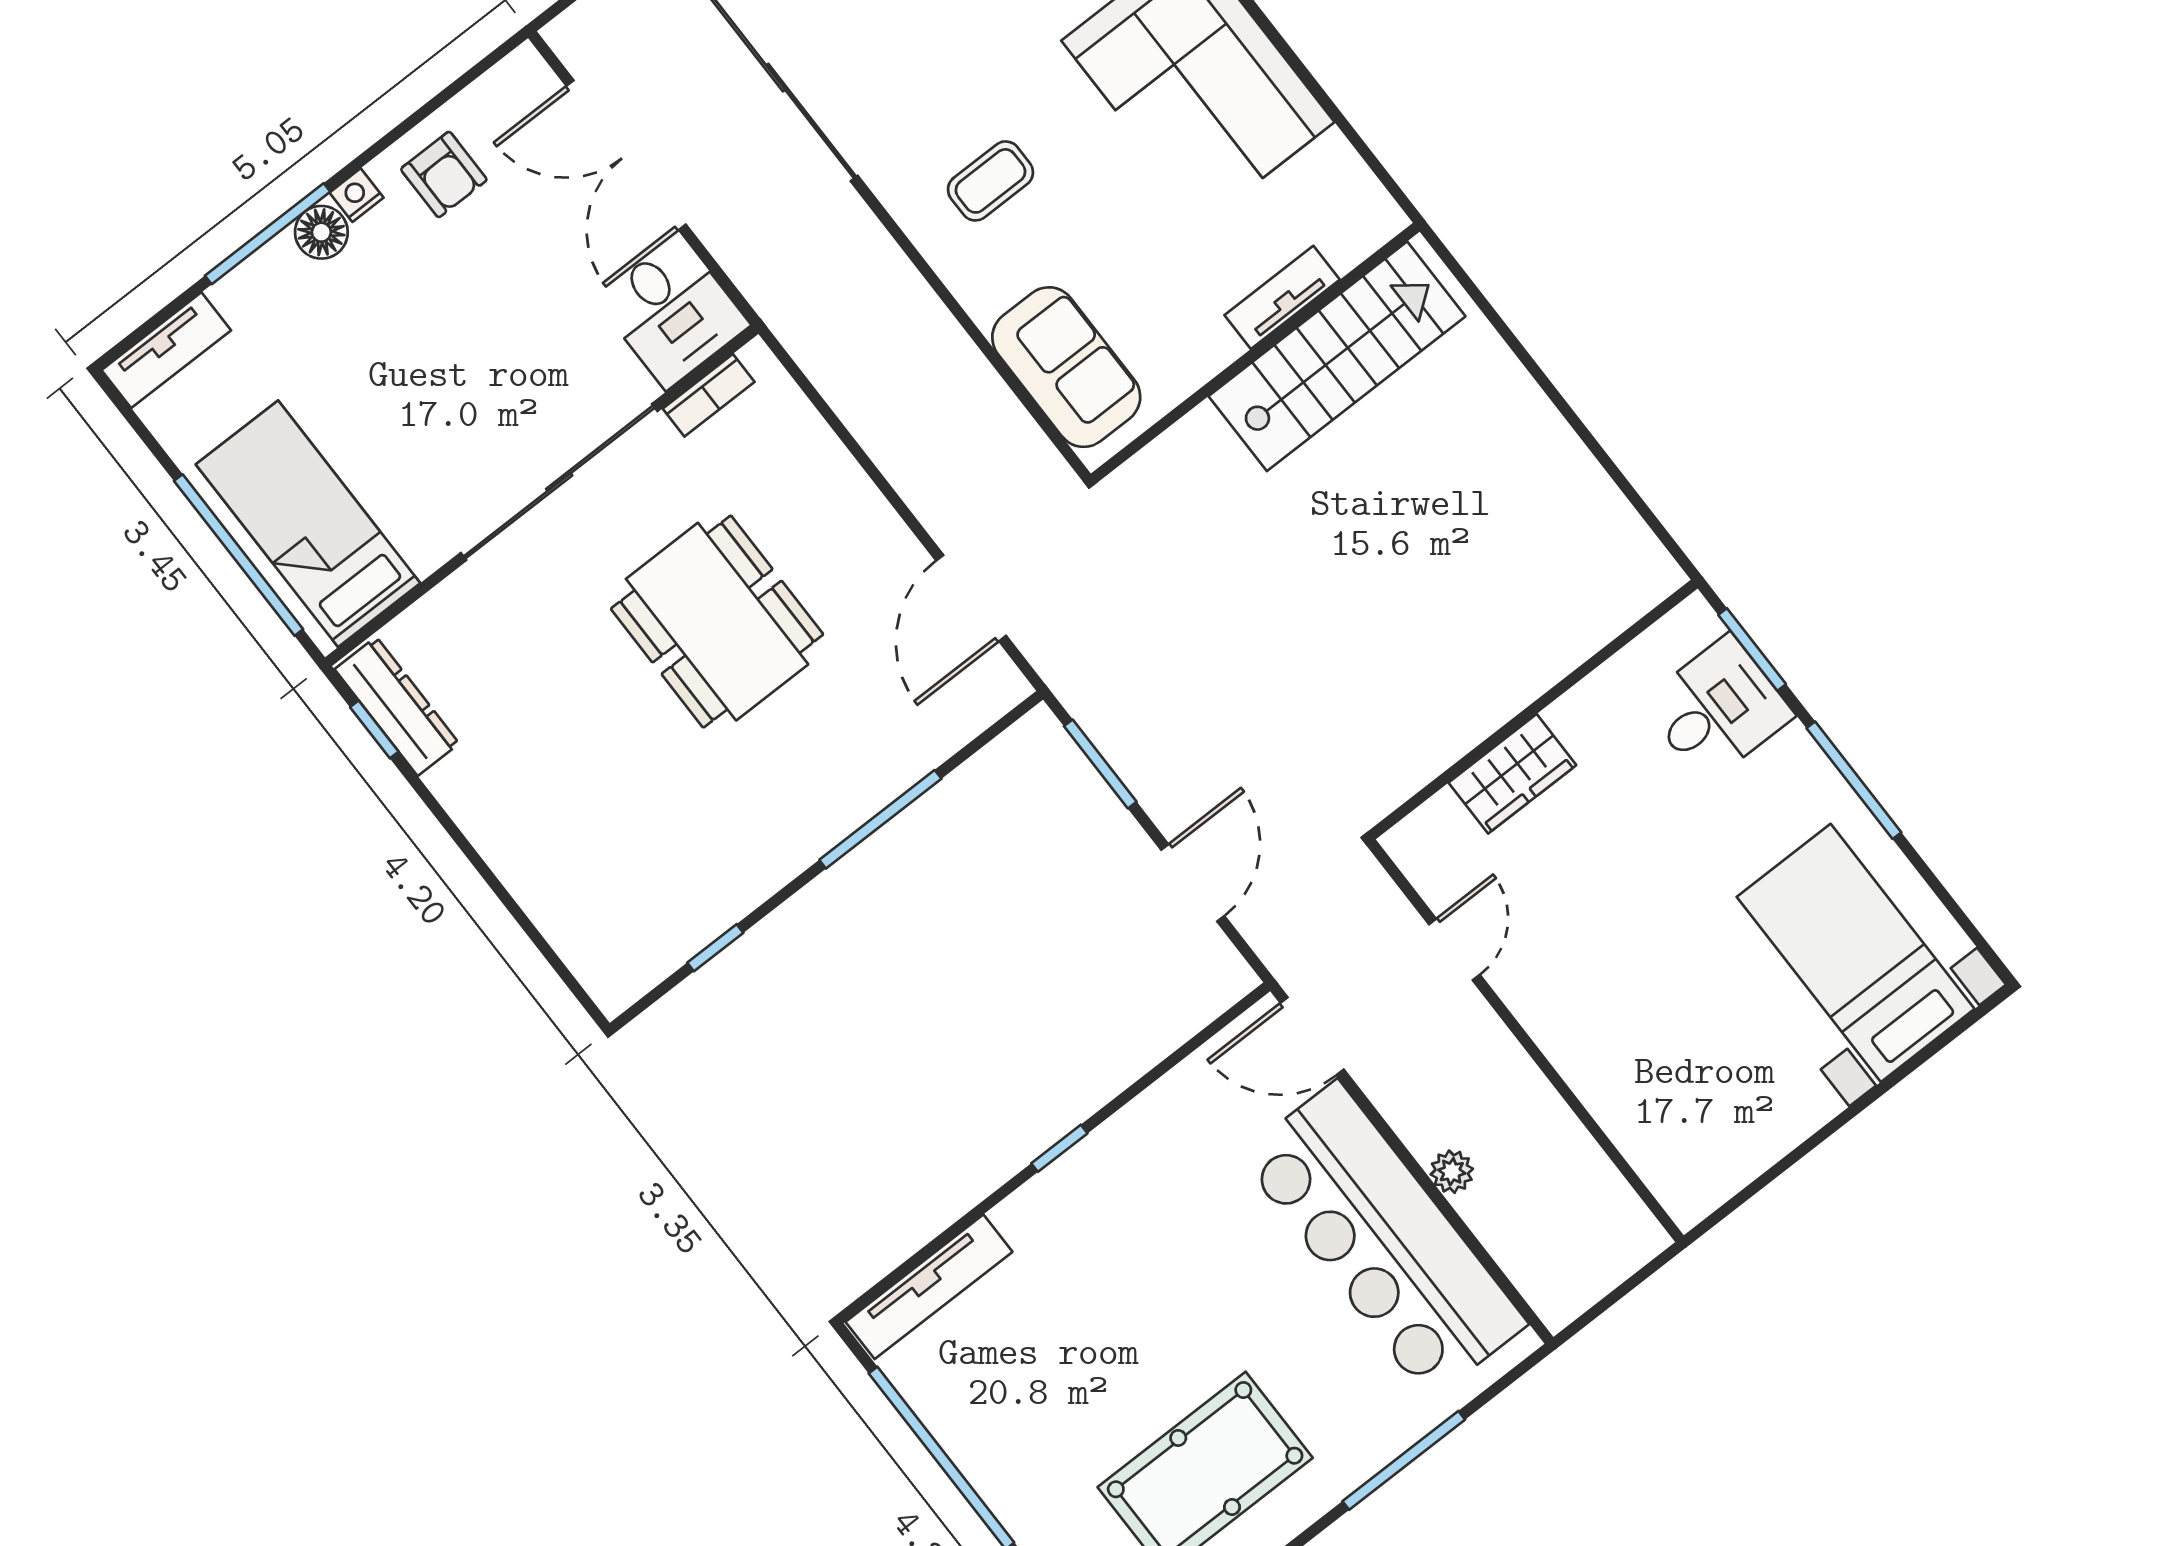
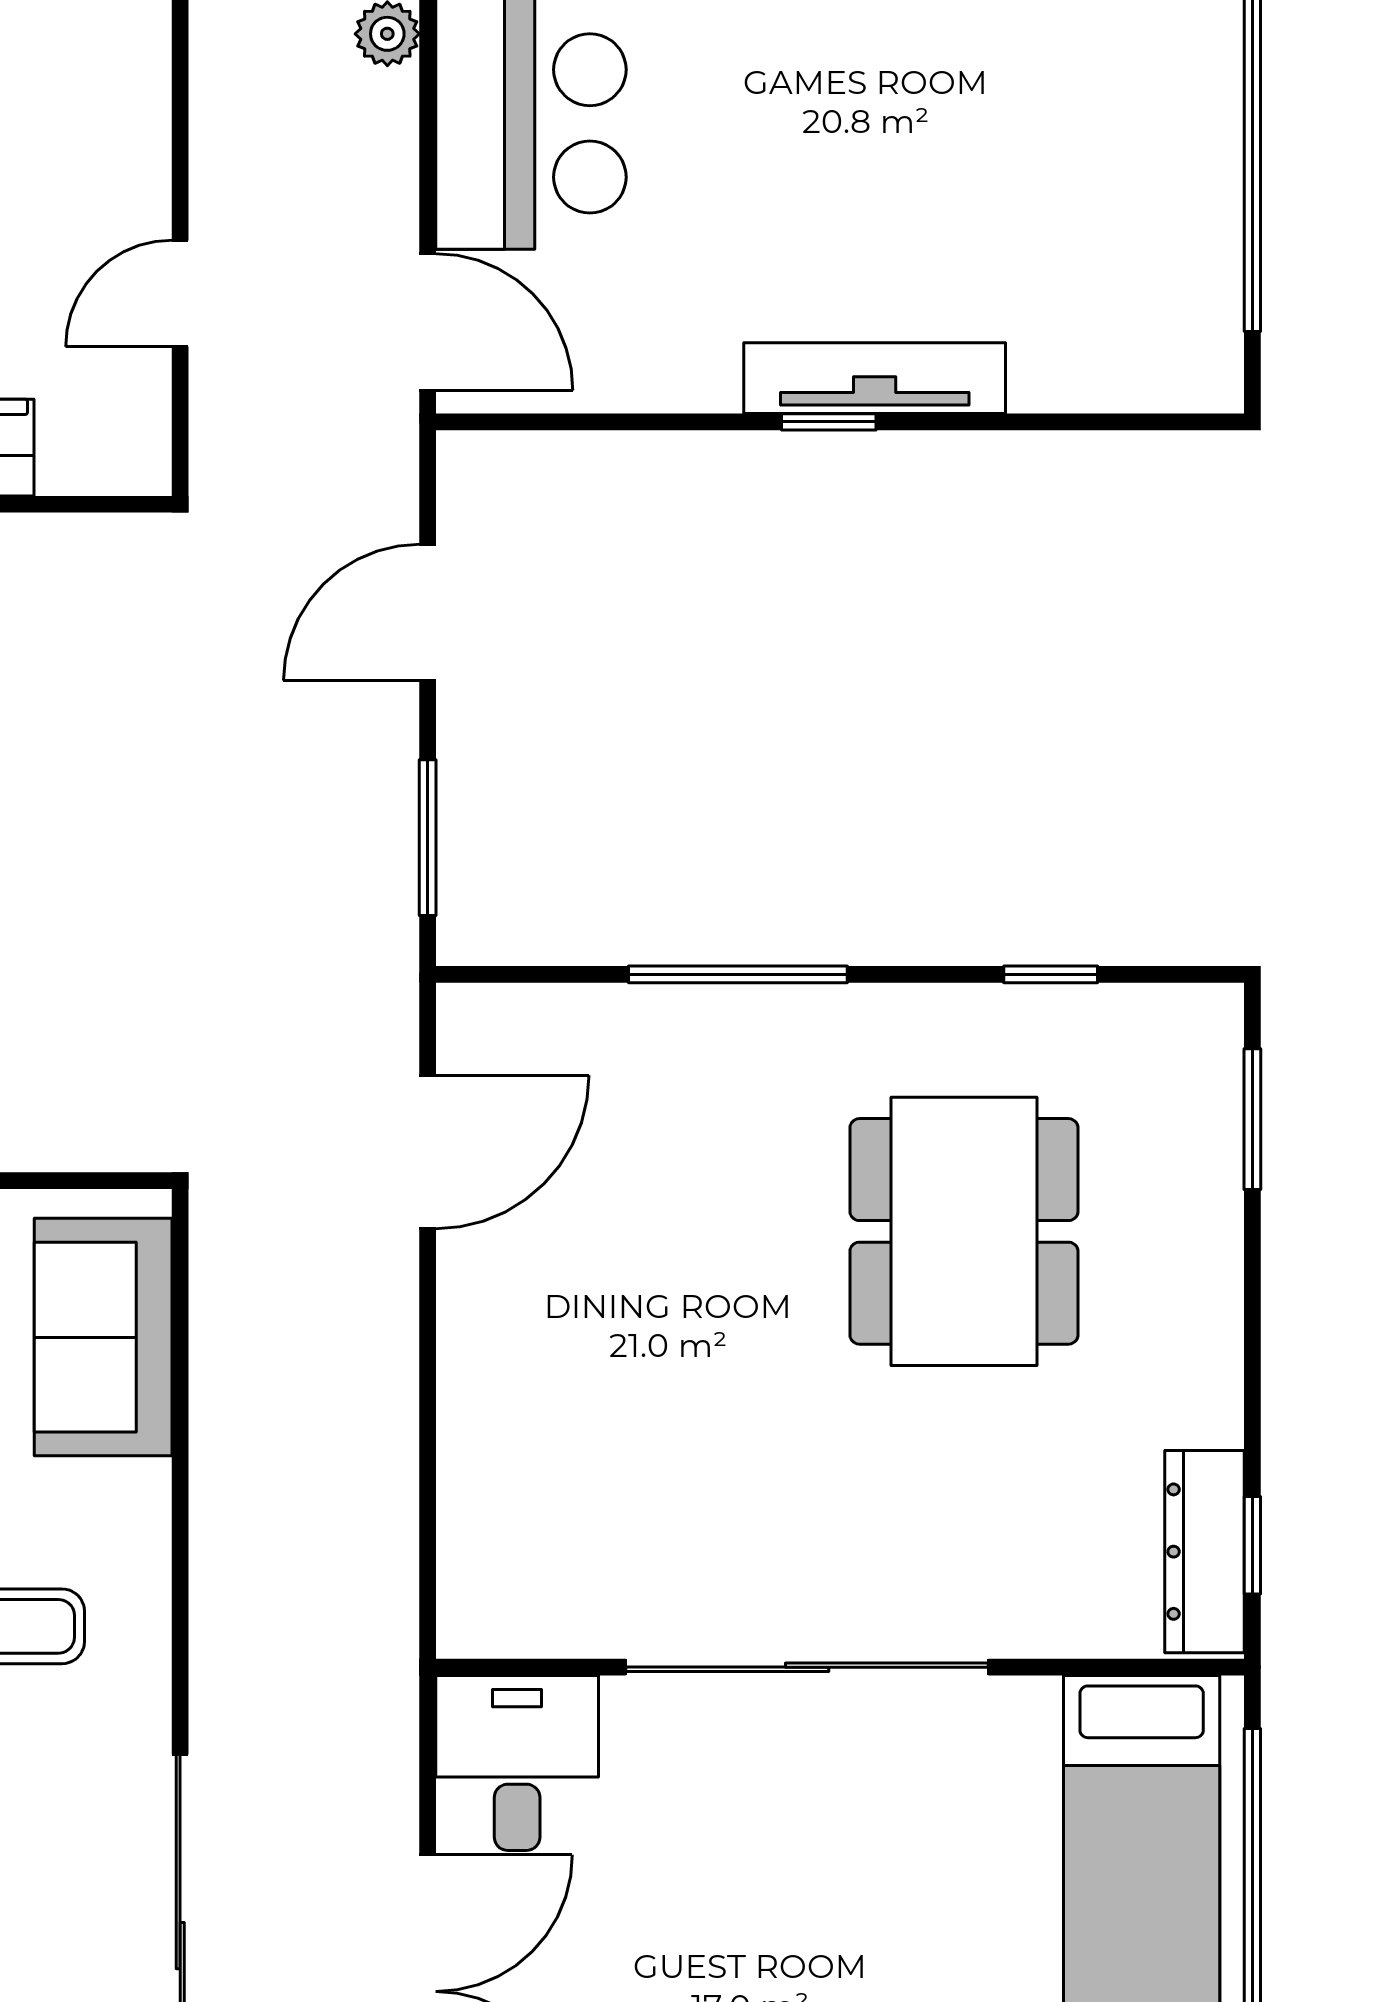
bookcase: (709, 395) -> (551, 1632), removed
dining table: (717, 622) -> (964, 1231), moved
window: (549, 954) -> (1252, 1119), added
tv unit: (929, 1287) -> (875, 378), moved

